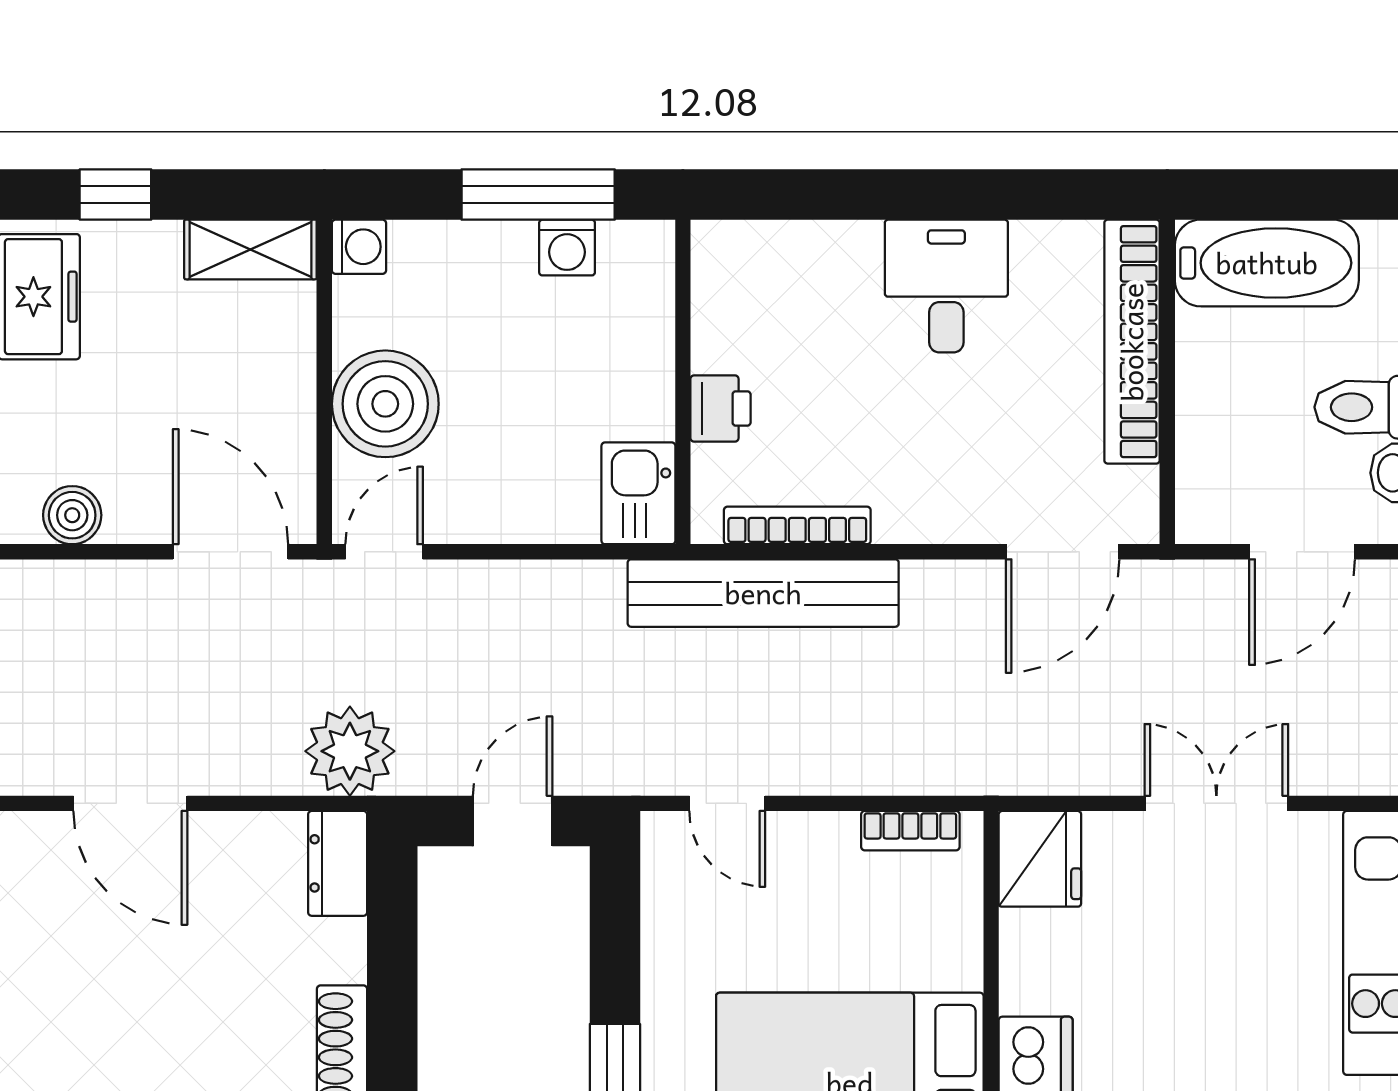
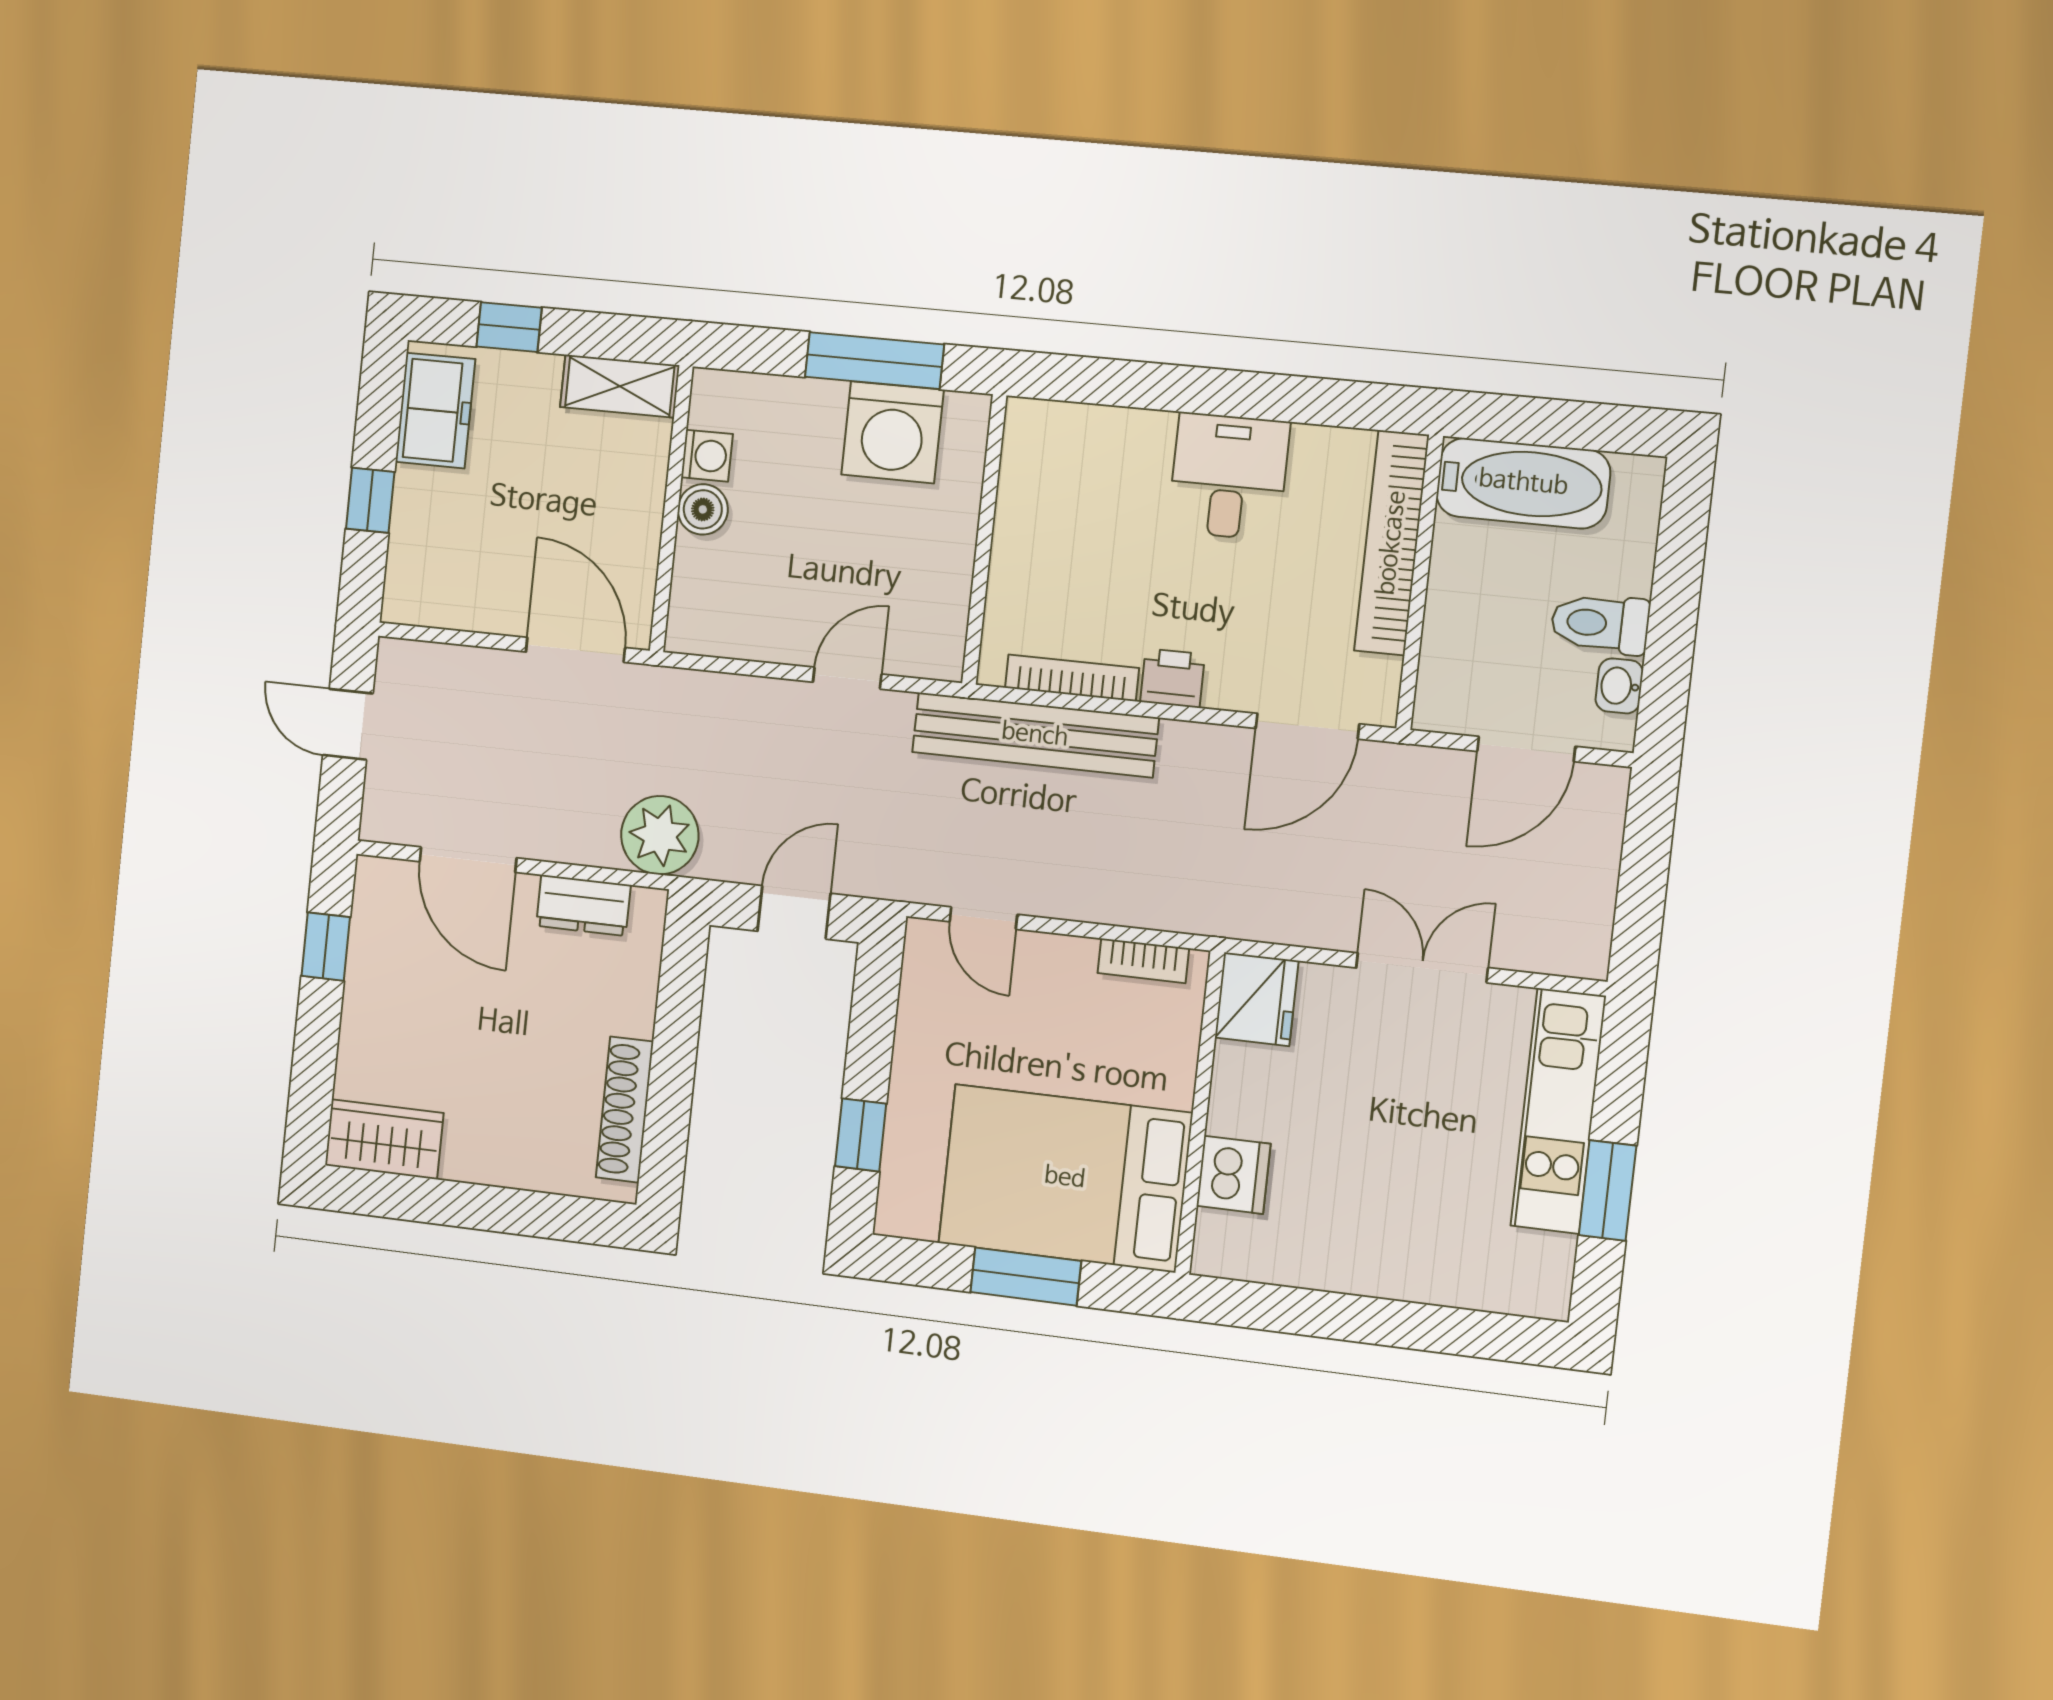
washing machine: (359, 247) -> (707, 456), moved
washing machine: (567, 248) -> (892, 432), width x1.89, depth x1.89
boiler: (385, 404) -> (703, 509), width x0.54, depth x0.54
printer: (720, 408) -> (1173, 678), moved, turned -90
kitchen sink: (638, 493) -> (934, 635), removed
boiler: (72, 515) -> (444, 604), removed
door: (384, 552) -> (847, 678), moved
dresser: (338, 863) -> (583, 905), moved, turned -90

